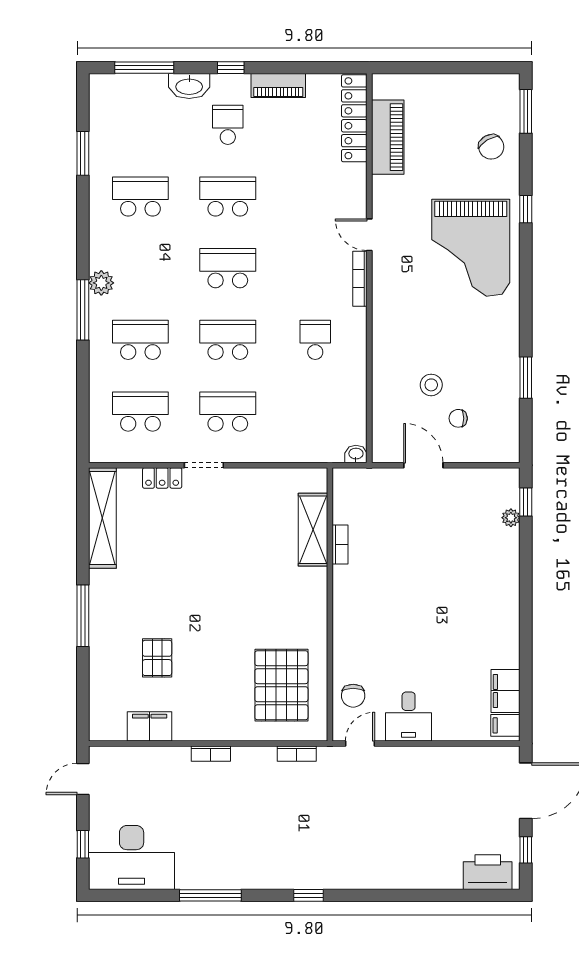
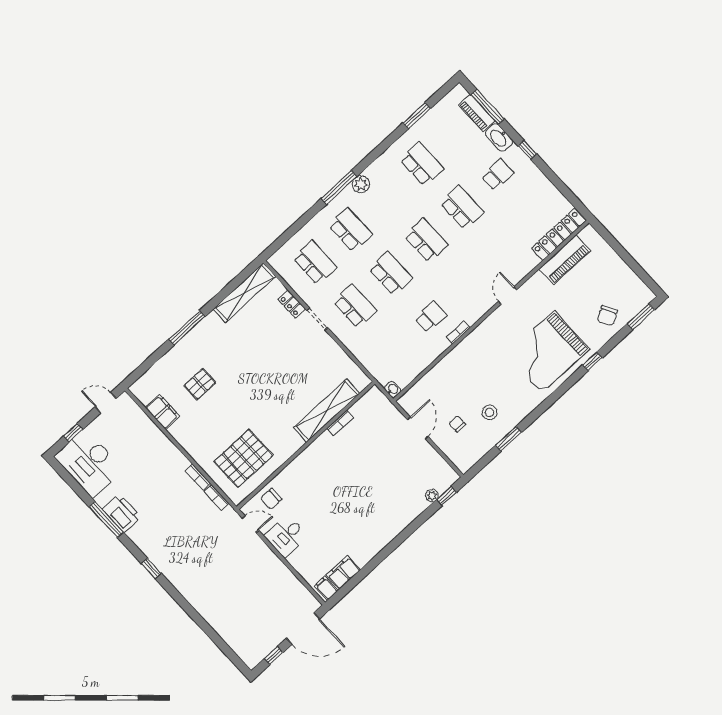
piano: (278, 86) -> (477, 113), moved
bookcase: (360, 279) -> (458, 333), moved, width x0.64
stool: (431, 385) -> (490, 412), moved
shelving: (313, 530) -> (327, 411), width x1.47
bookcase: (211, 754) -> (198, 477), moved
printer: (488, 872) -> (122, 513), moved

